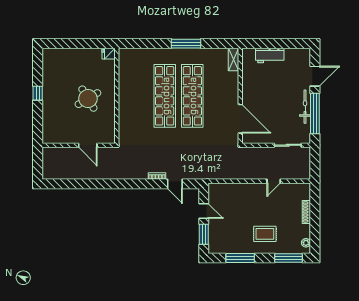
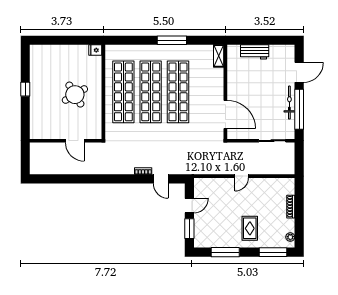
shop shelf: (137, 96) -> (123, 92), added
door: (274, 181) -> (242, 176), moved
door: (204, 211) -> (189, 206), hinge flipped
rug: (265, 234) -> (250, 228), turned 90

